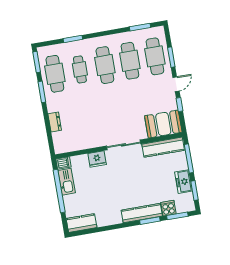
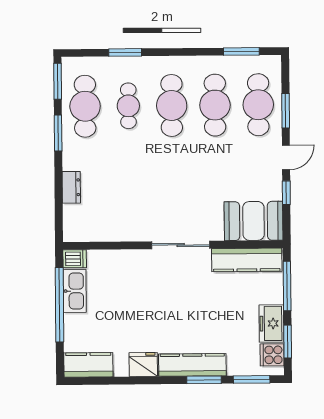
fridge: (97, 159) -> (143, 365), moved, turned 180
cooker: (168, 208) -> (272, 355), moved, turned -90

